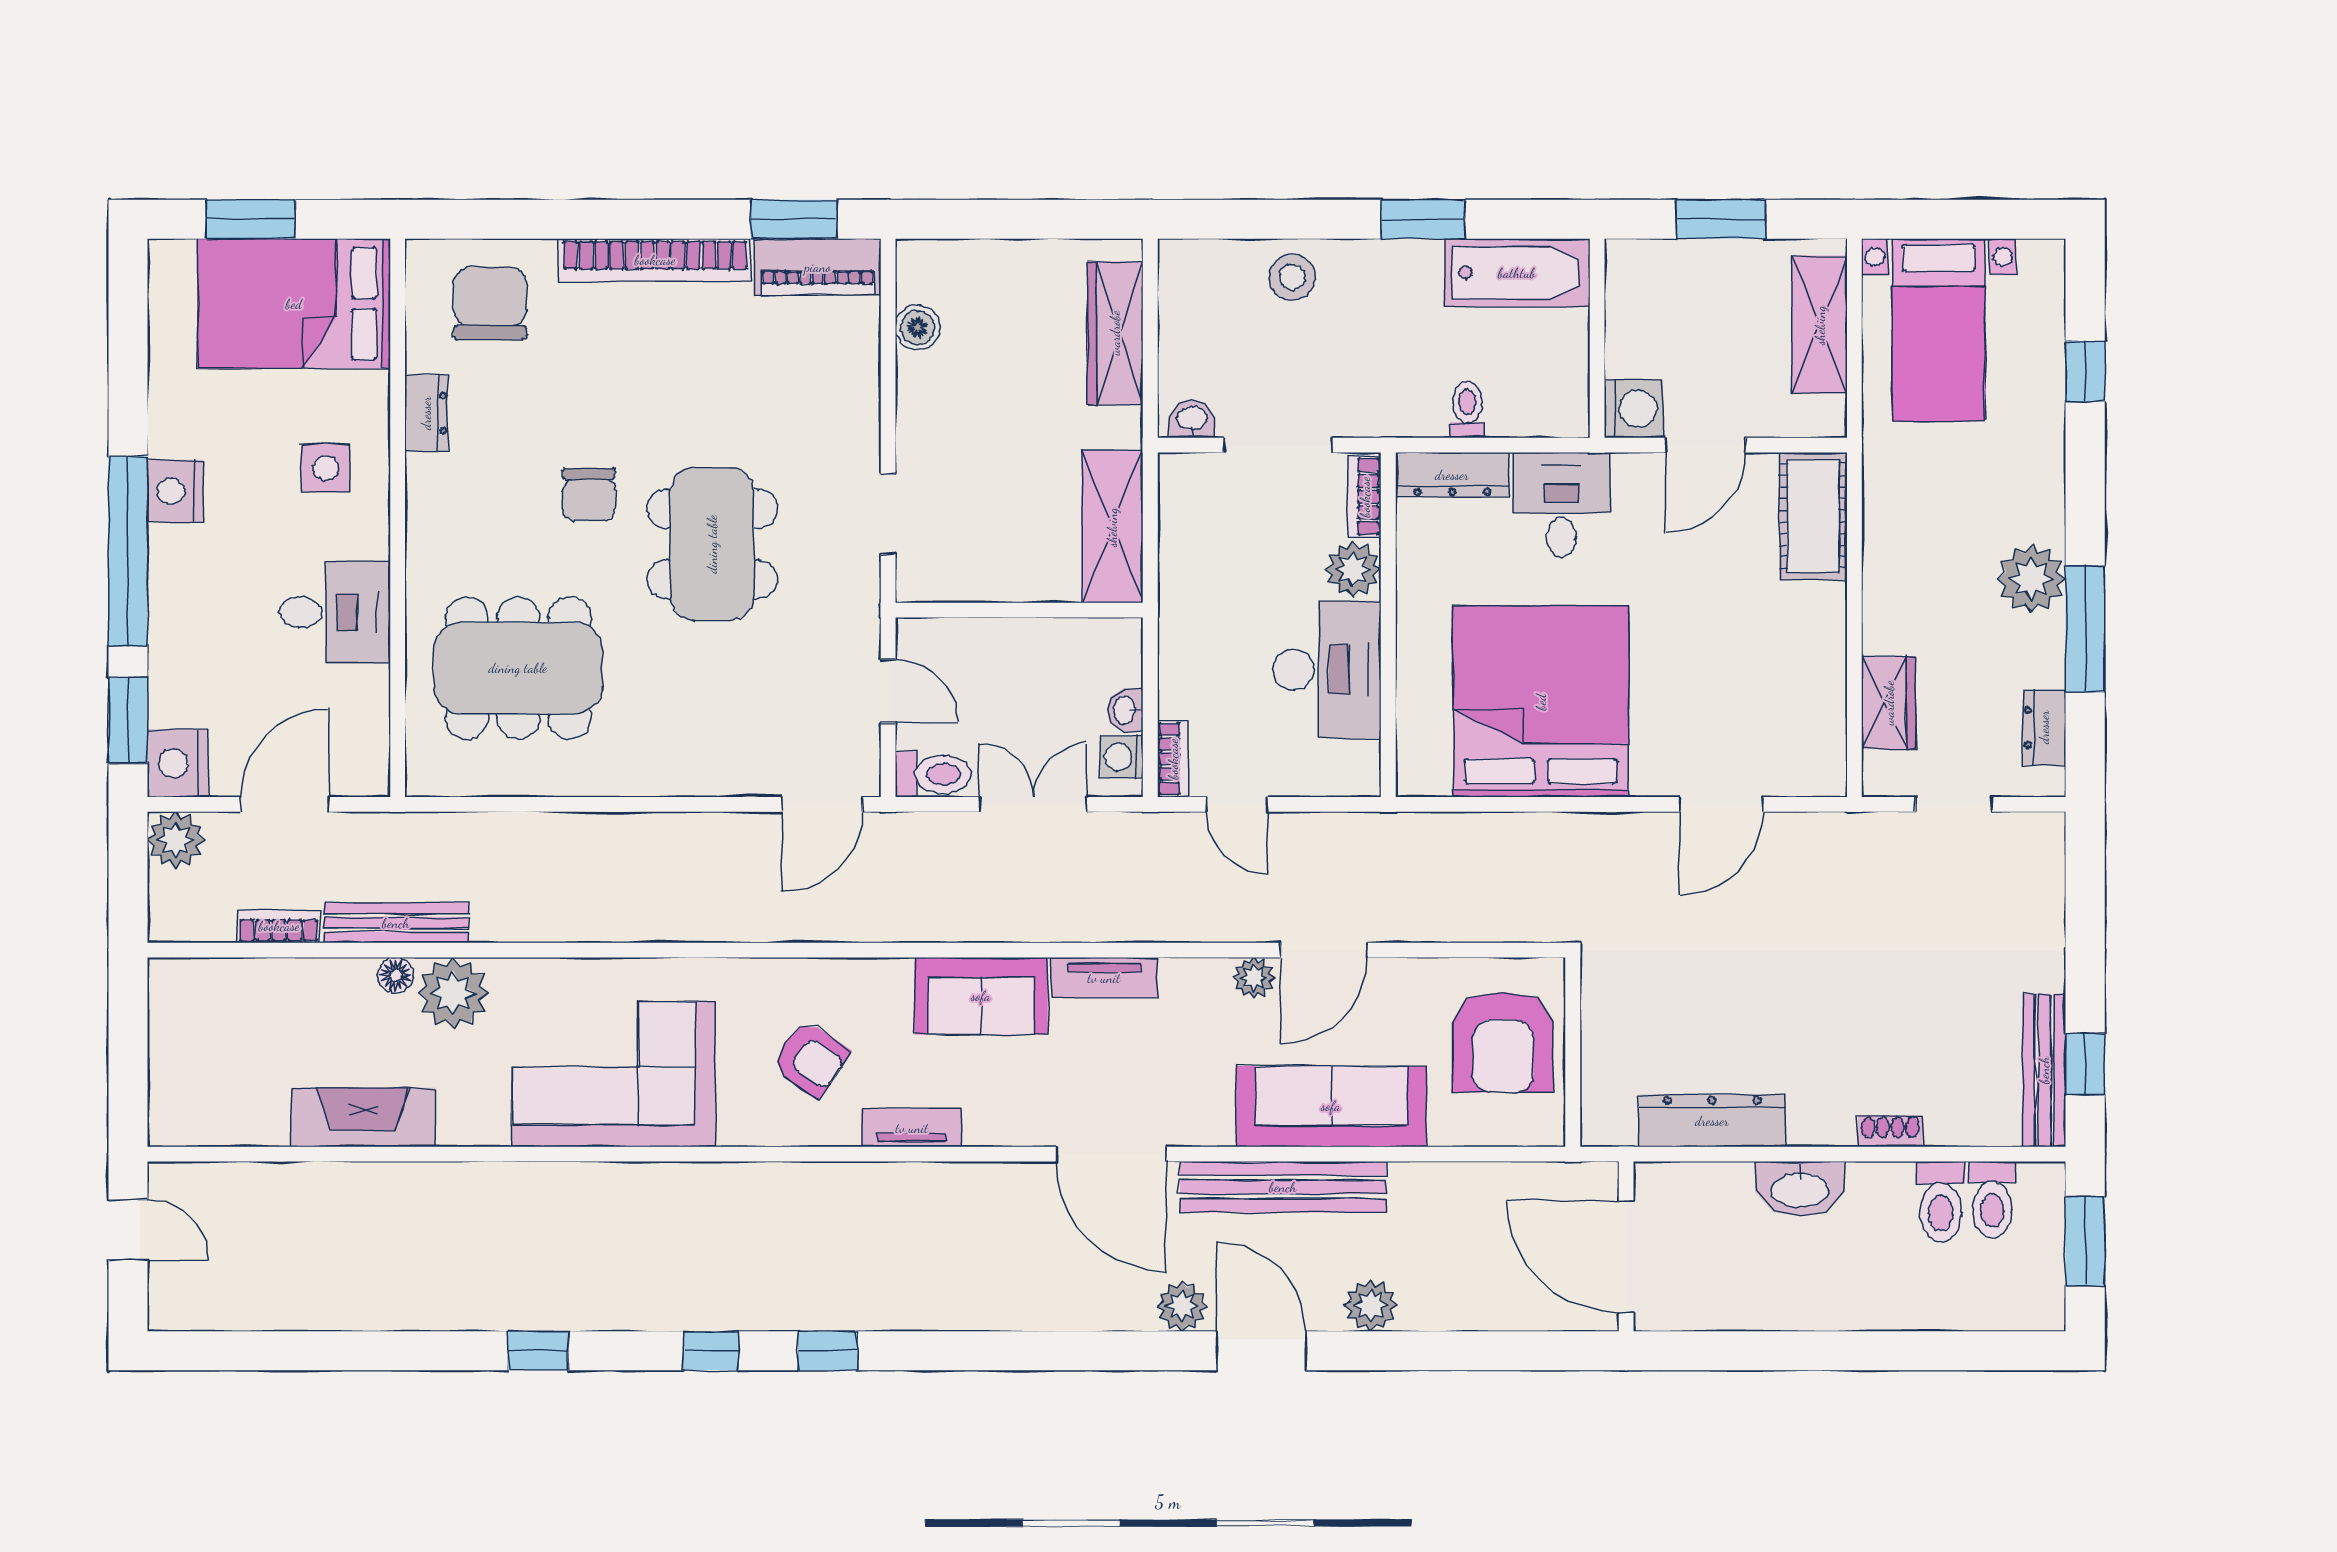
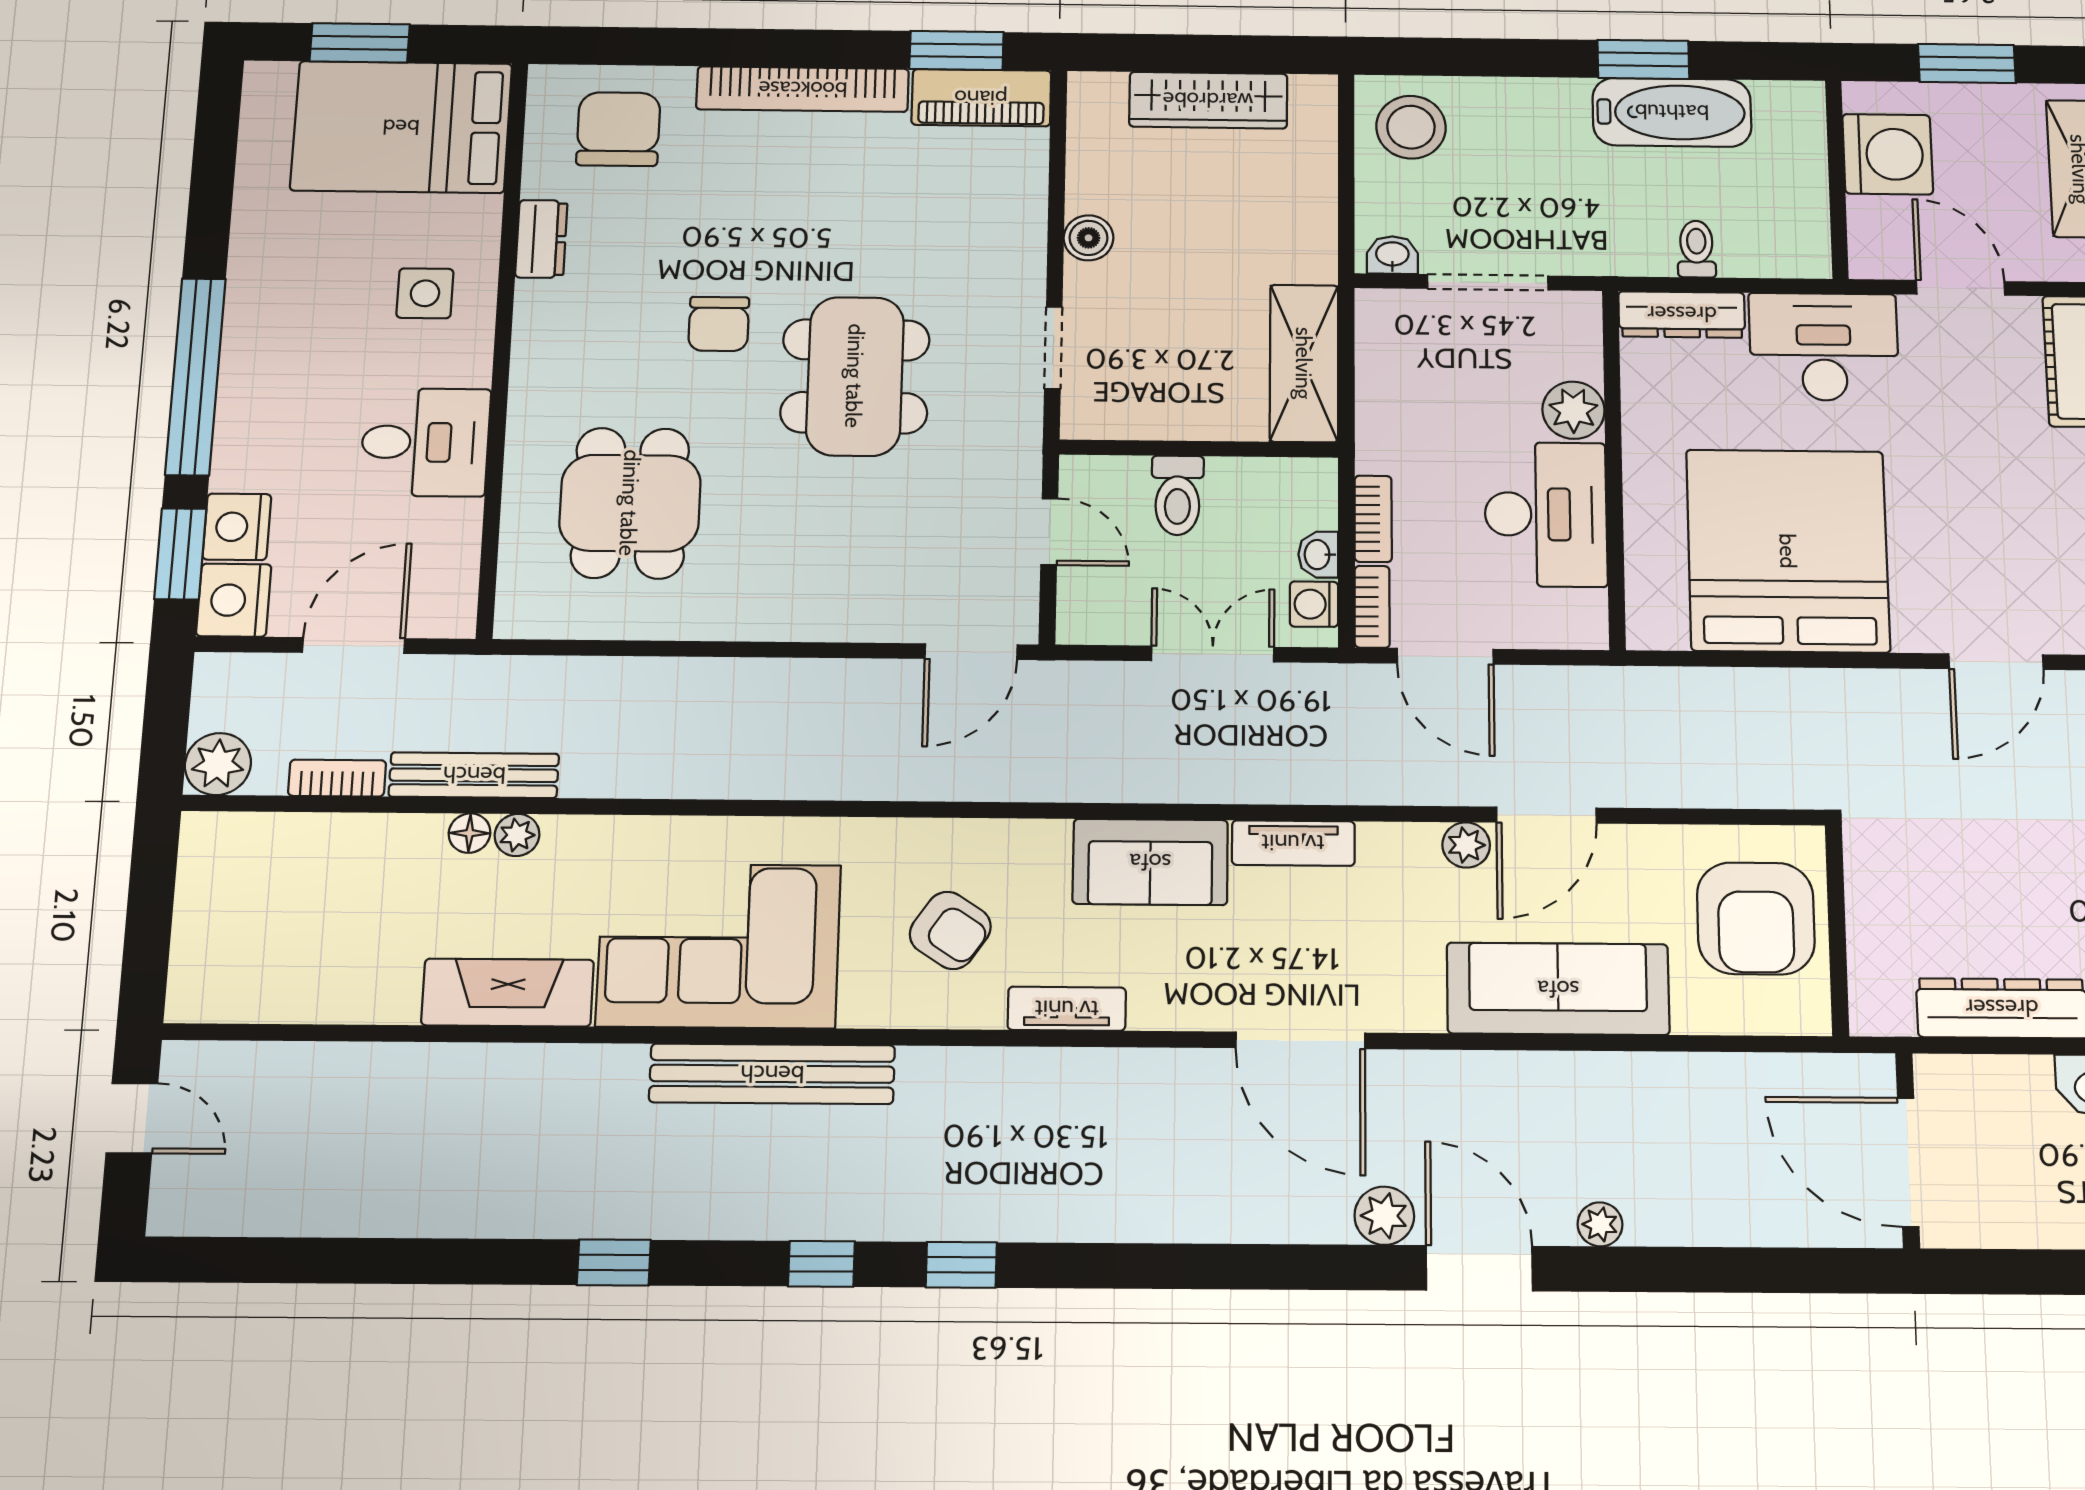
bathtub: (1517, 273) -> (1672, 112), moved
stool: (1292, 277) -> (1411, 127), moved, width x1.38, depth x1.38
boiler: (918, 328) -> (1089, 238), moved
wardrobe: (1115, 333) -> (1208, 100), moved, turned -90
washing machine: (1634, 409) -> (1888, 154), moved, width x1.37, depth x1.37
door: (1705, 445) -> (1961, 288), swing flipped
nightstand: (175, 491) -> (237, 527), moved
bookcase: (1365, 497) -> (1373, 519), moved, turned 180
desk: (1562, 505) -> (1824, 347), width x1.37
dining table: (518, 668) -> (630, 503), width x0.73
toilet: (933, 774) -> (1178, 495), moved, turned 90
door: (1237, 804) -> (1445, 656), width x1.38
plant: (176, 840) -> (218, 764), moved
plant: (453, 993) -> (517, 835), width x0.53, depth x0.53
fireplace: (363, 1117) -> (508, 993), moved
bench: (1283, 1187) -> (772, 1074), moved
plant: (1371, 1305) -> (1600, 1224), width x0.73, depth x0.73

